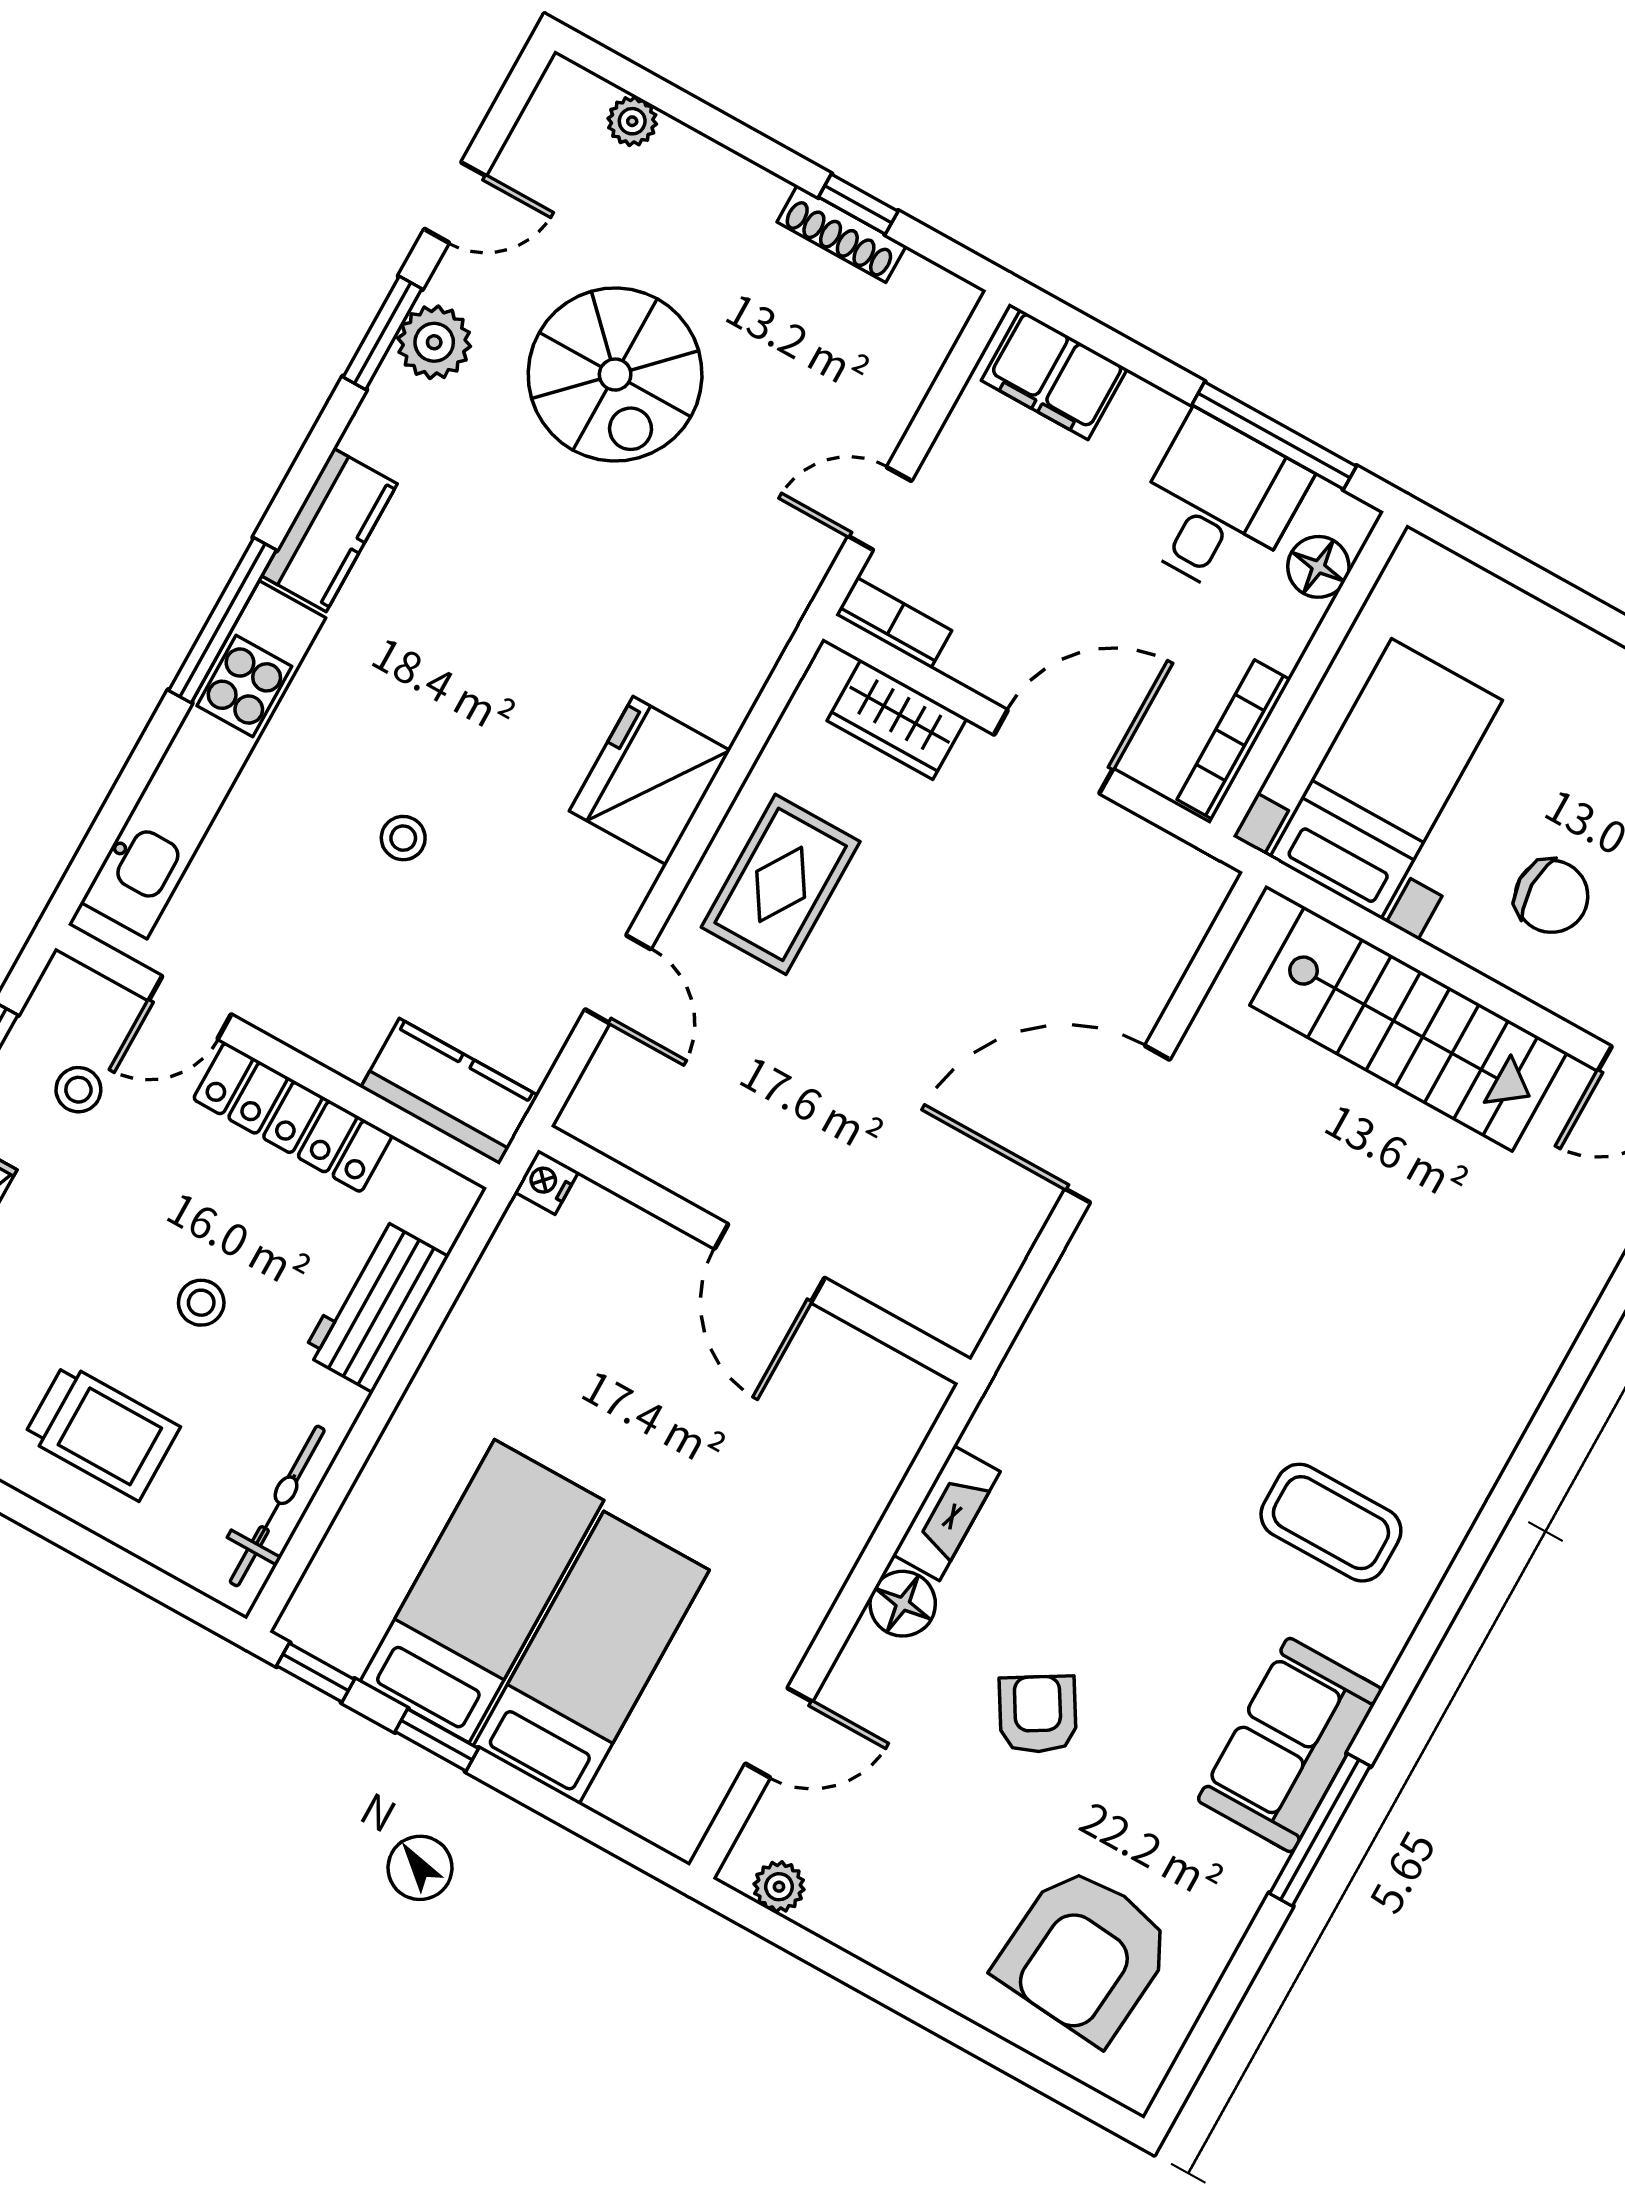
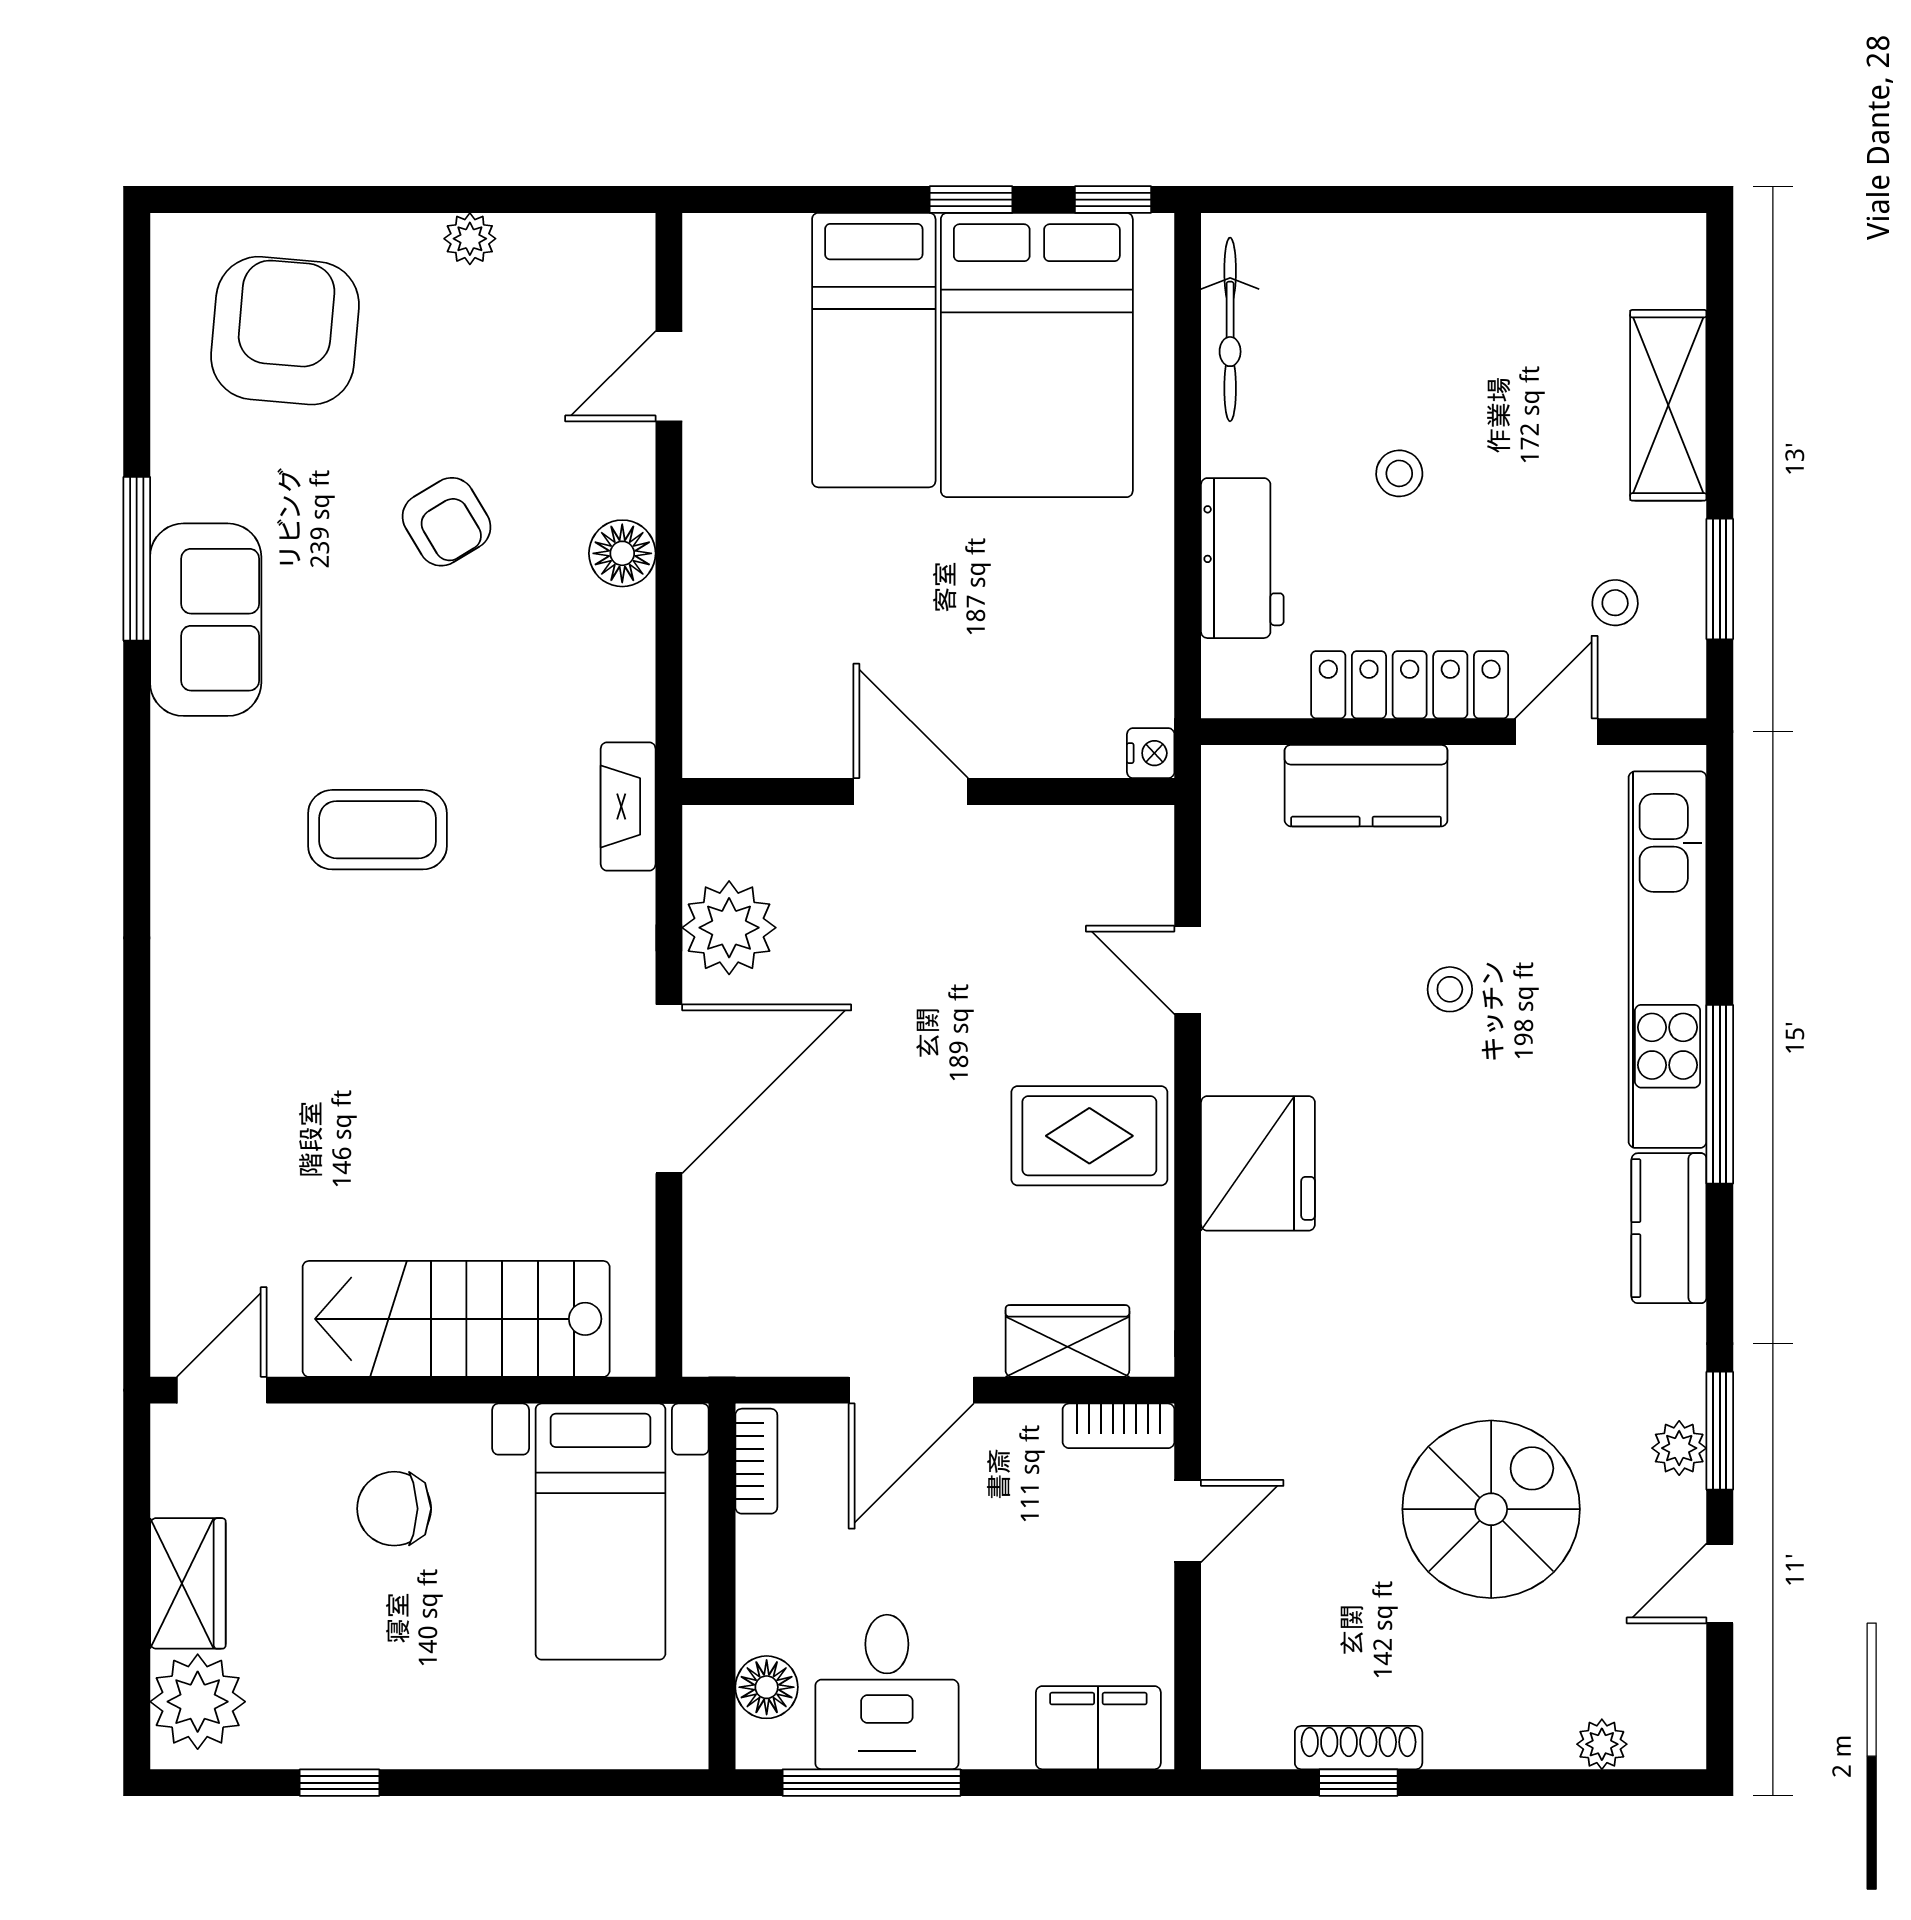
plant: (434, 342) -> (1679, 1448), width x0.73, depth x0.73
spiral stairs: (615, 375) -> (1491, 1509), turned 90
bookcase: (1234, 740) -> (756, 1461), width x0.64
rug: (781, 884) -> (1089, 1136), turned 90
kitchen counter: (449, 1092) -> (1366, 786), moved
plant: (989, 1233) -> (729, 928), added
trolley: (102, 1432) -> (1424, 308), removed
fireplace: (947, 1513) -> (628, 806), moved
coffee table: (1331, 1523) -> (378, 830), moved
bed: (482, 1591) -> (1037, 355), width x1.50
plant: (779, 1887) -> (470, 239), moved

